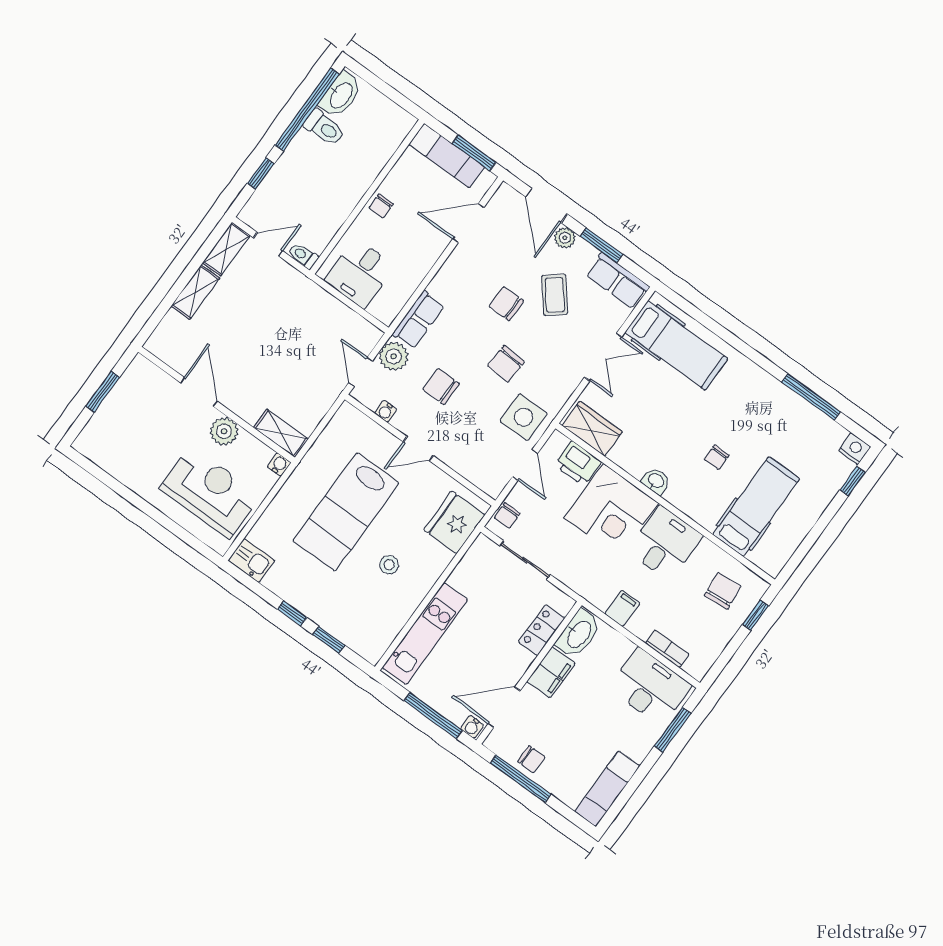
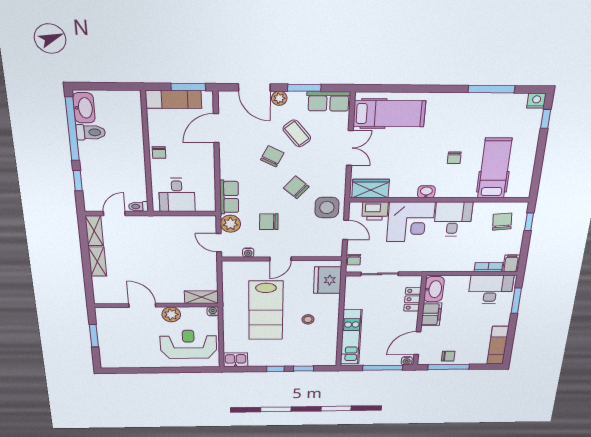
chair: (506, 304) -> (272, 156), turned 117
chair: (506, 364) -> (296, 187), turned 127
filing cabinet: (622, 608) -> (511, 263), moved

